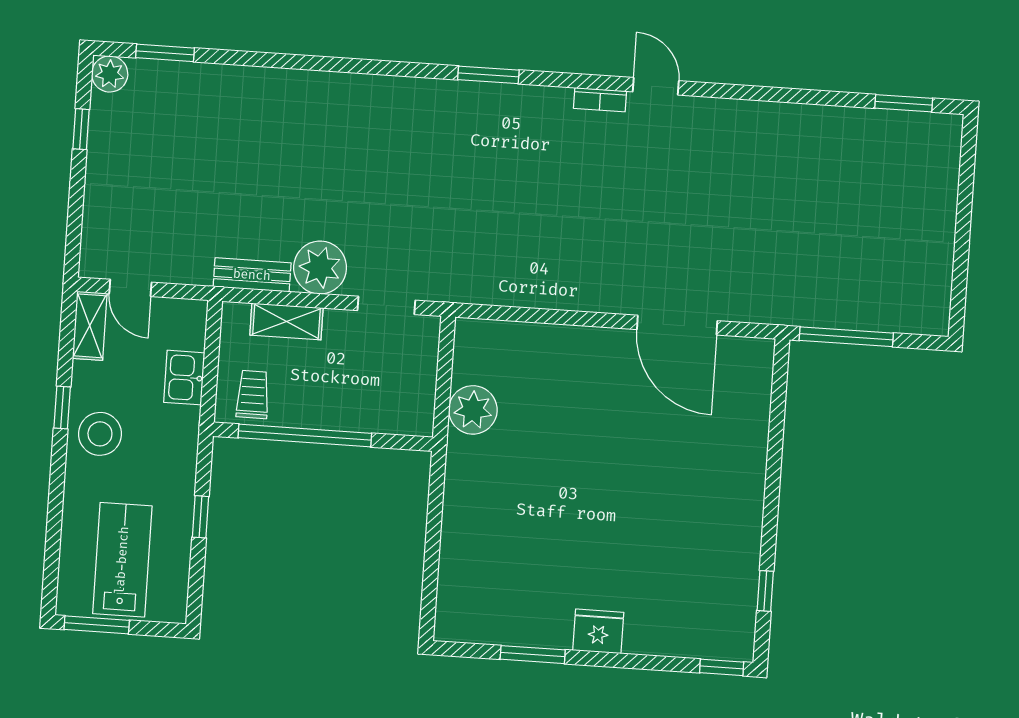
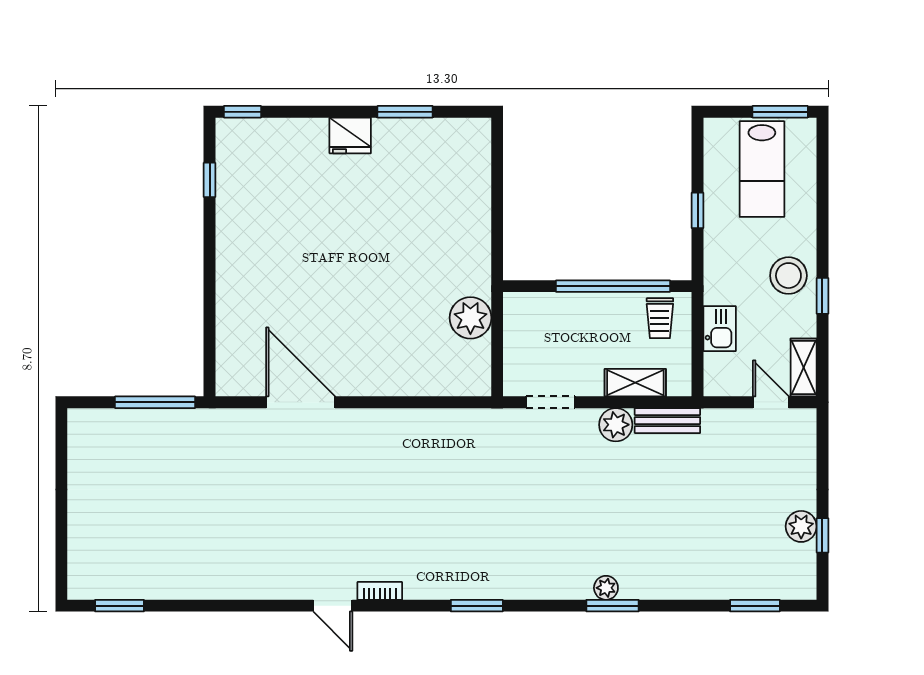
window: (331, 64) -> (612, 606), added
plant: (110, 74) -> (801, 526), moved
plant: (337, 85) -> (606, 588), added
plant: (320, 268) -> (616, 425), width x0.73, depth x0.73

